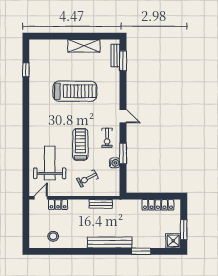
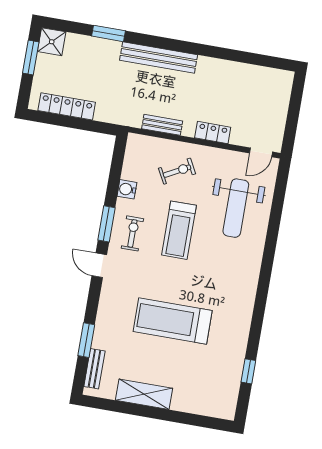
window: (123, 61) -> (86, 340), moved
window: (123, 153) -> (106, 224), moved
locker: (58, 204) -> (213, 133), moved
stool: (53, 236) -> (251, 84), removed

